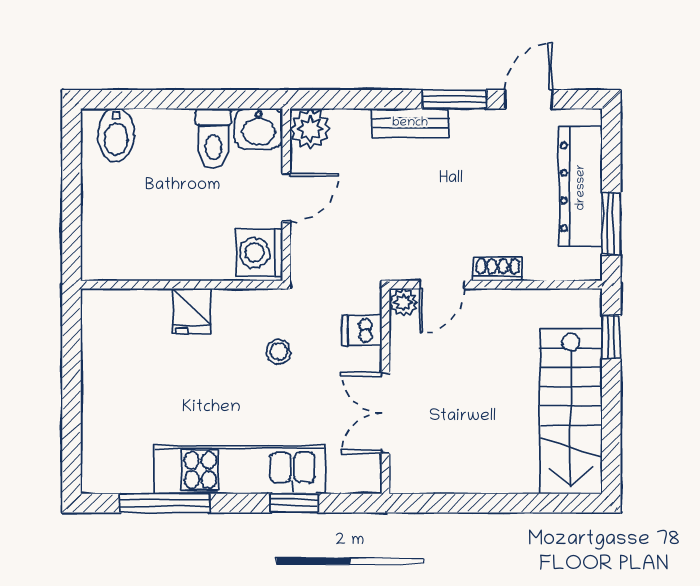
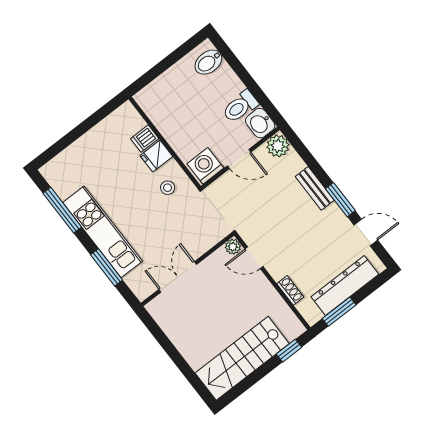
shoe rack: (498, 269) -> (290, 290), moved
dishwasher: (362, 330) -> (145, 139), moved, turned -90
stool: (279, 352) -> (168, 188), moved
window: (294, 503) -> (107, 267), width x1.50

